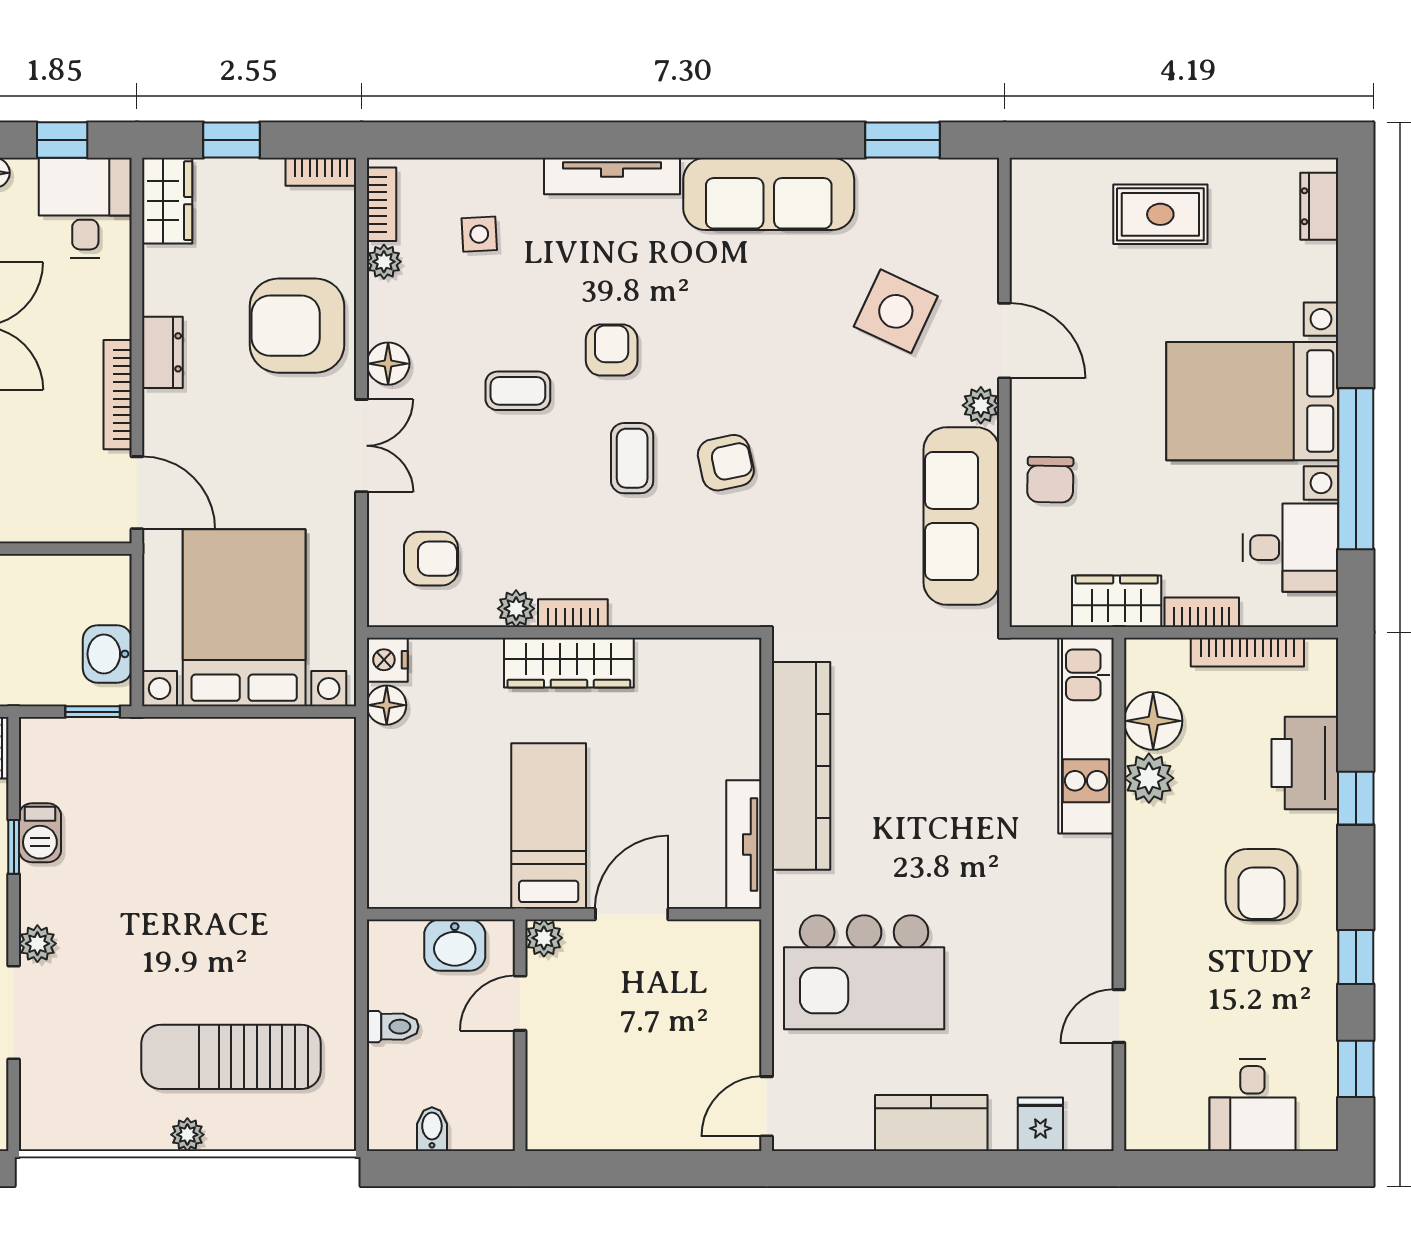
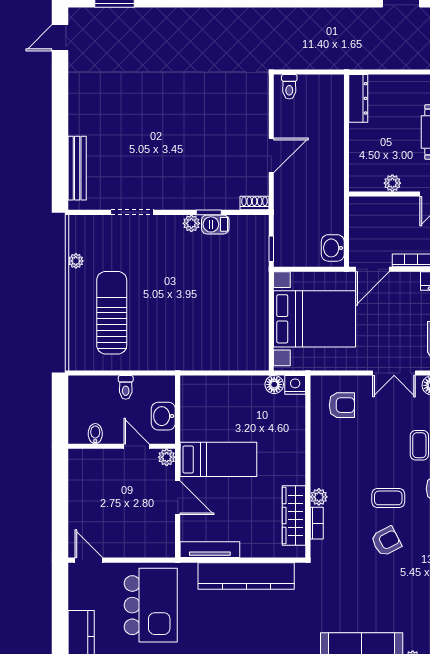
armchair: (726, 463) -> (386, 541), turned -105
armchair: (431, 559) -> (342, 405), turned -90
plant: (516, 609) -> (319, 497), moved
bookcase: (573, 613) -> (317, 523), moved
washbasin: (107, 654) -> (333, 248), moved, turned -90
wardrobe: (569, 663) -> (294, 516), moved
plant: (37, 944) -> (191, 223), moved
kitchen island: (864, 972) -> (151, 605), turned 180
bidet: (432, 1129) -> (95, 434), moved, turned -90
plant: (187, 1135) -> (76, 261), moved

